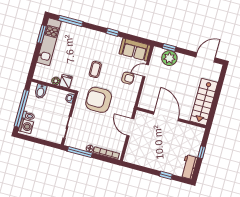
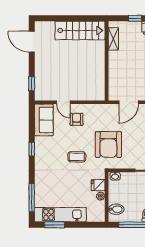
plant: (169, 58) -> (43, 80), removed
door: (166, 116) -> (107, 67), removed
shelving: (189, 129) -> (113, 39), added

